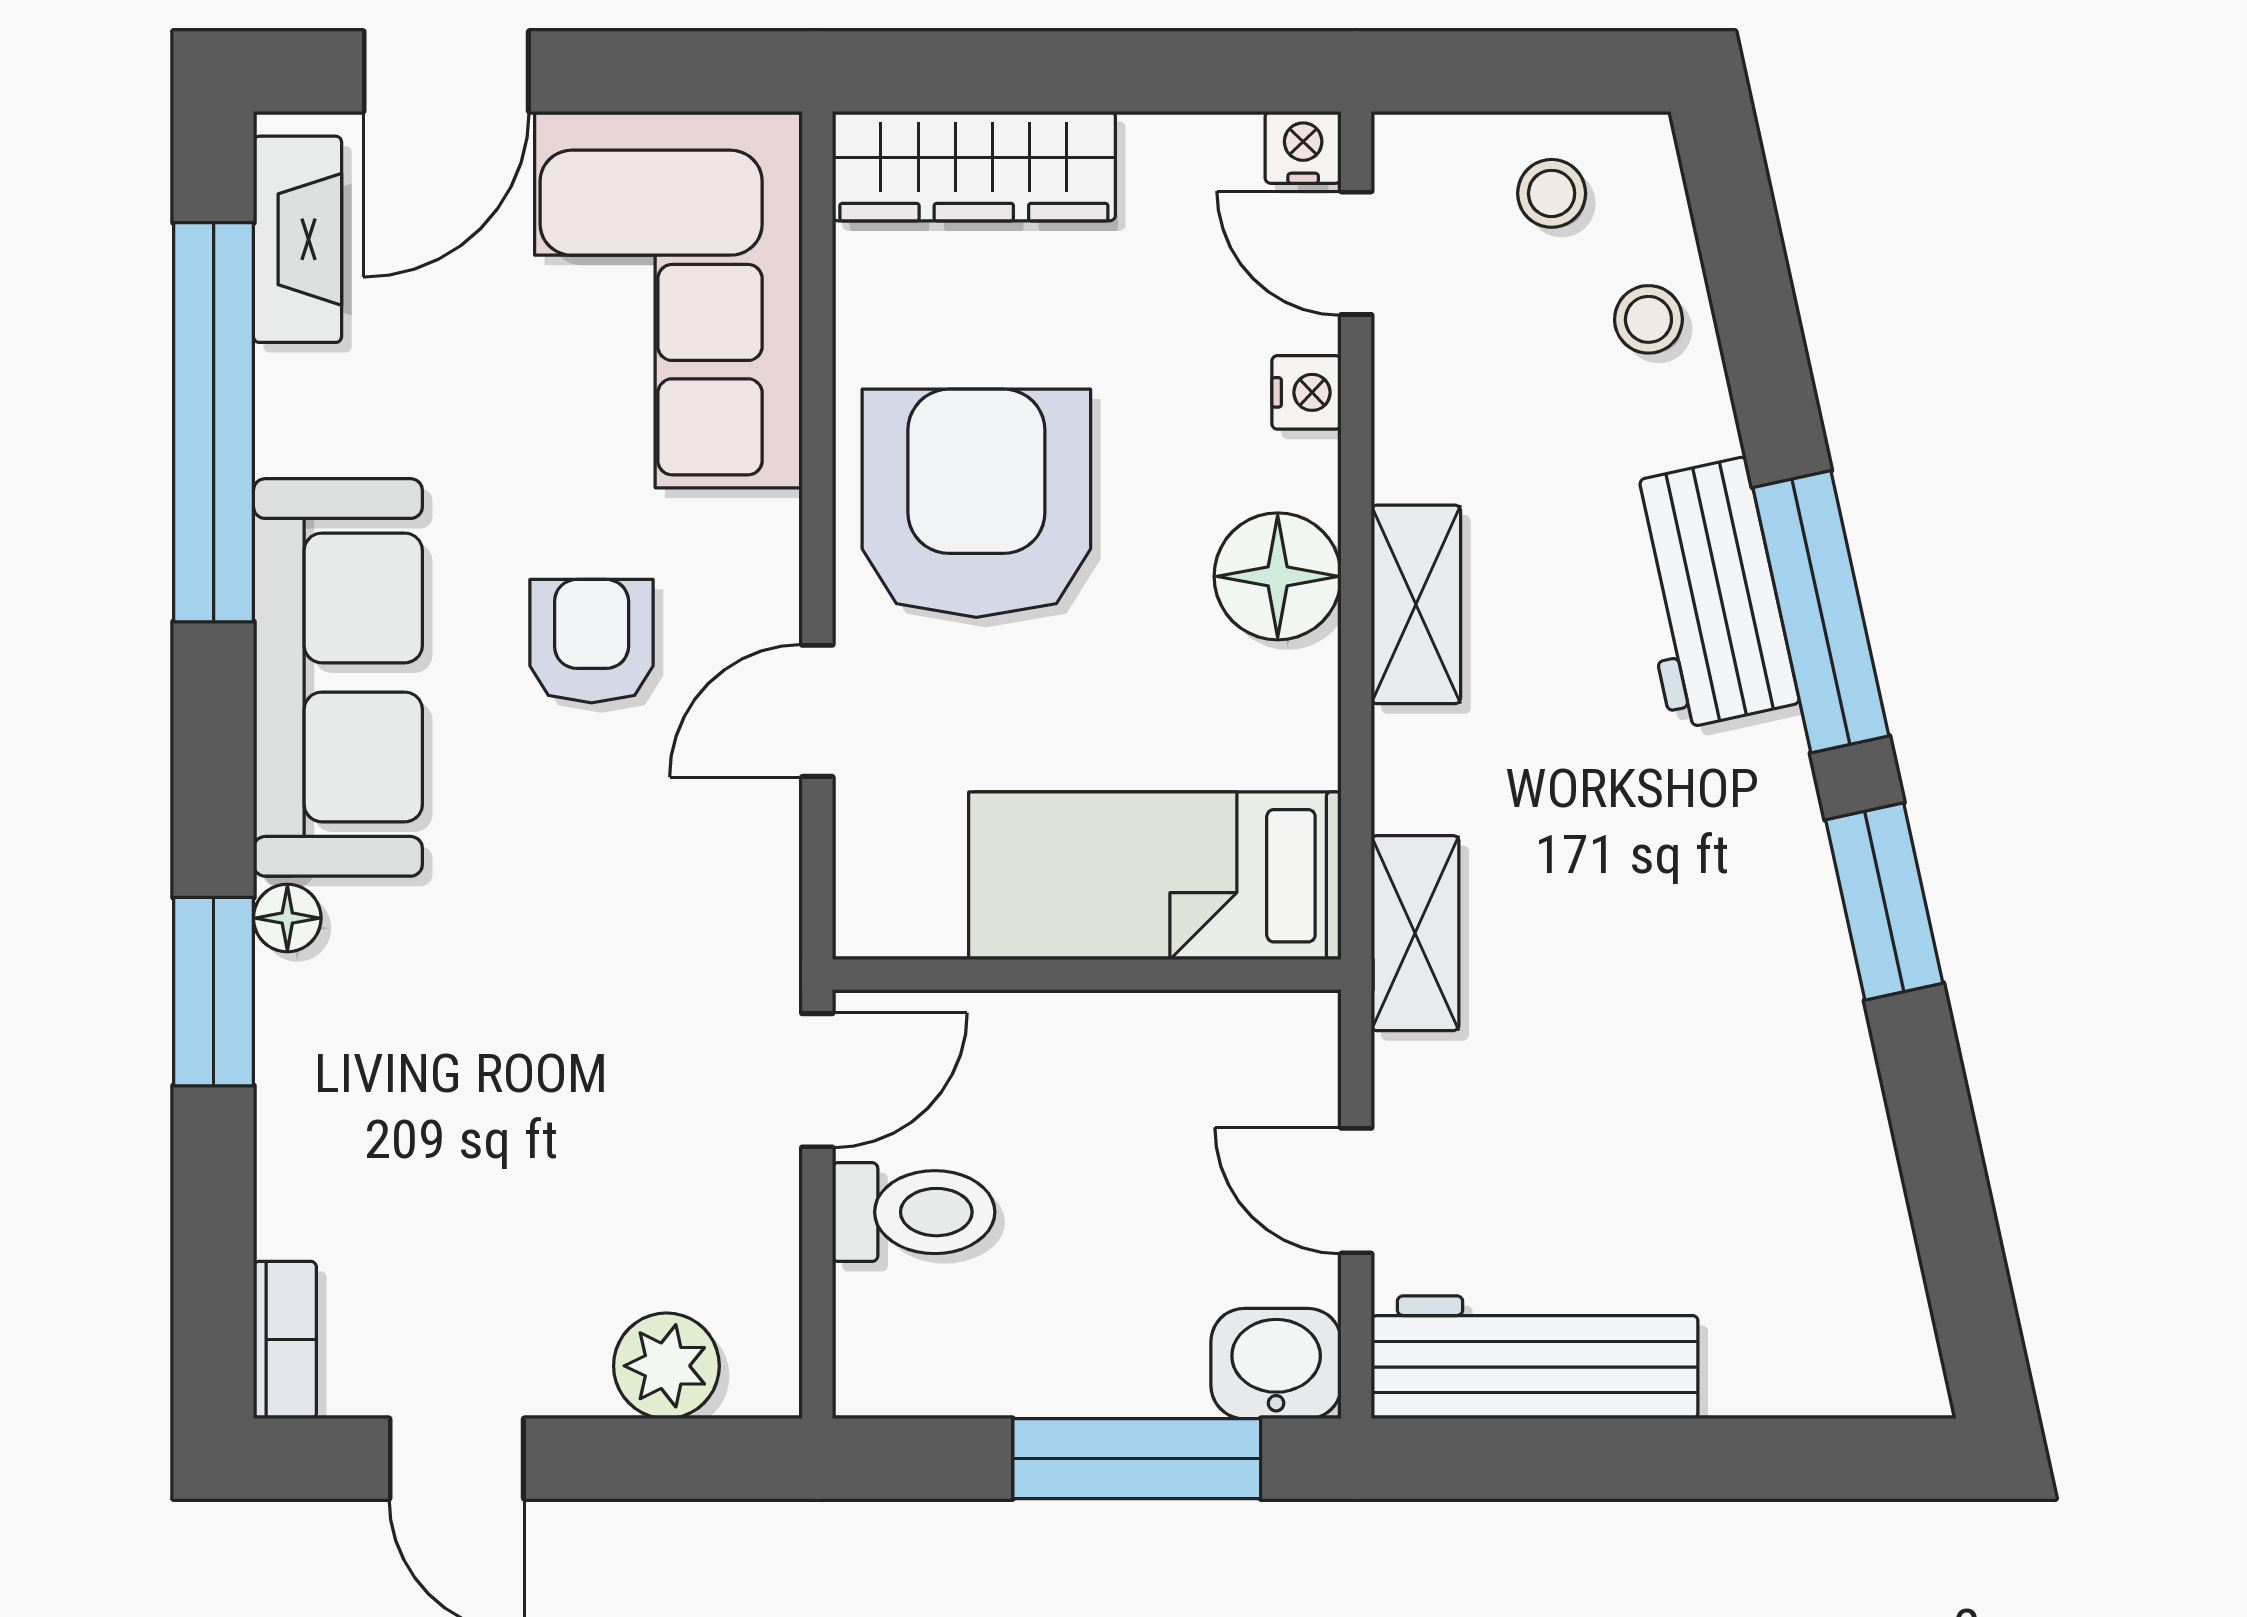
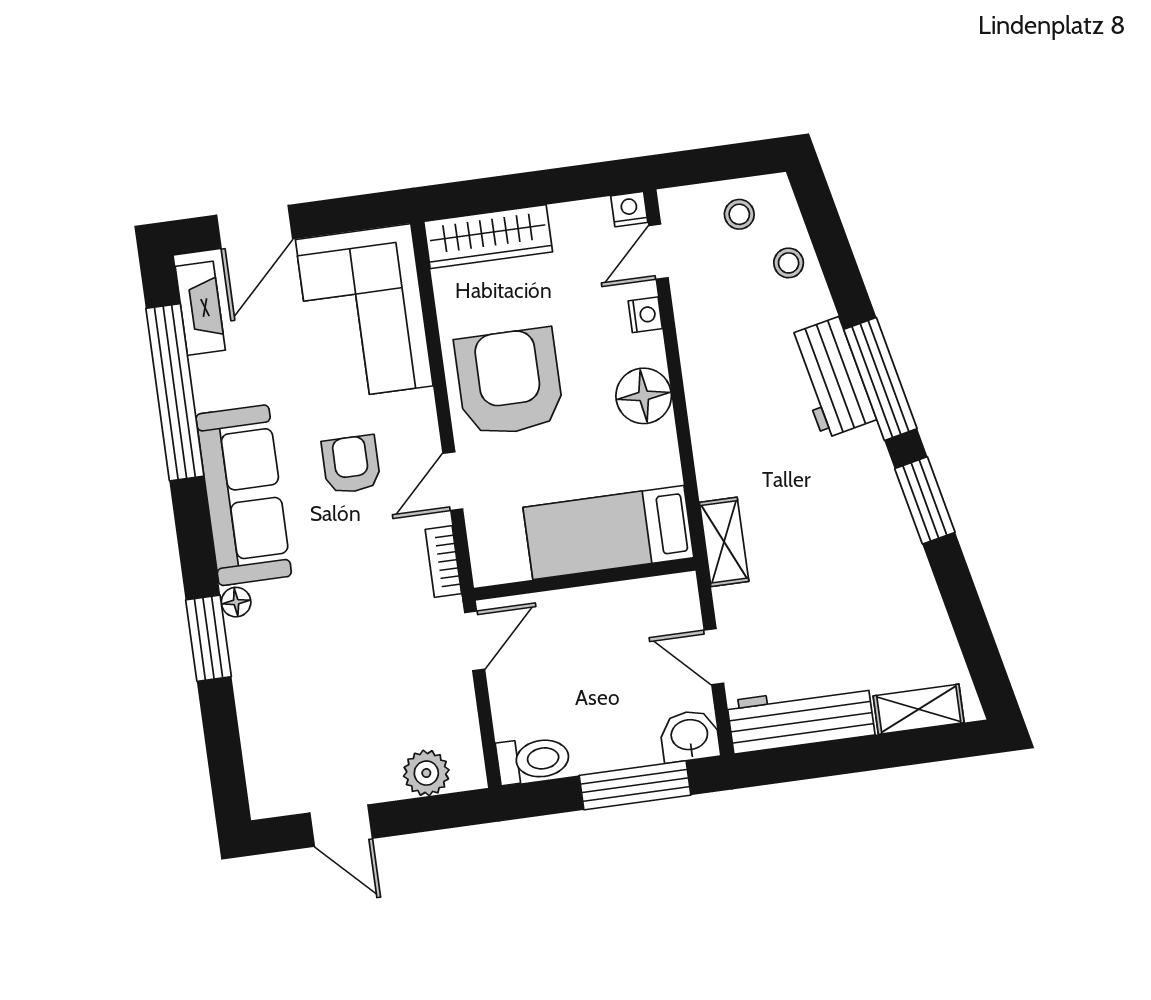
door: (1356, 253) -> (658, 252), hinge flipped
shelving: (1416, 604) -> (919, 709), moved, turned 90
toilet: (914, 1212) -> (533, 760), moved
bookcase: (285, 1340) -> (443, 562), moved, turned 180

